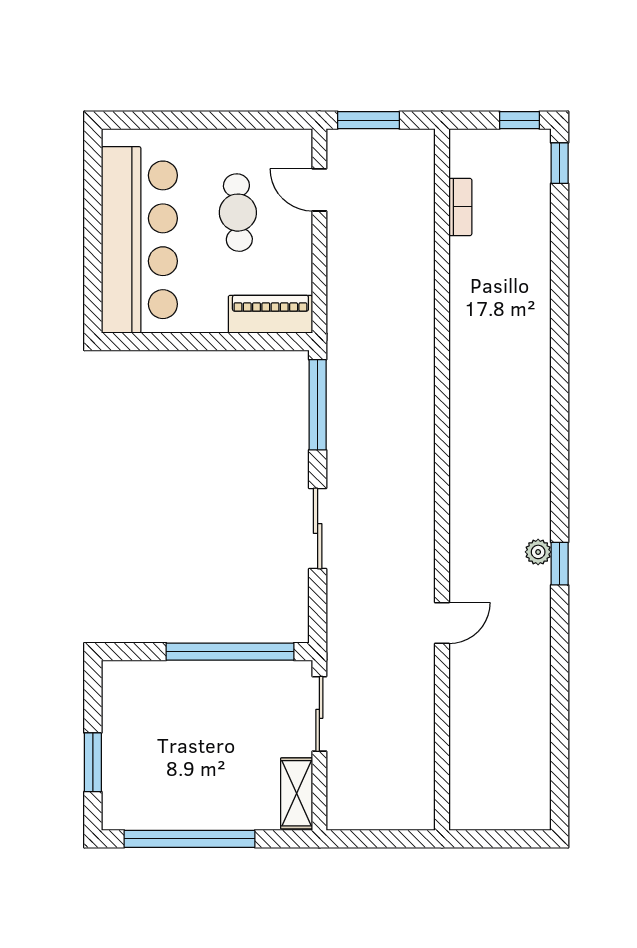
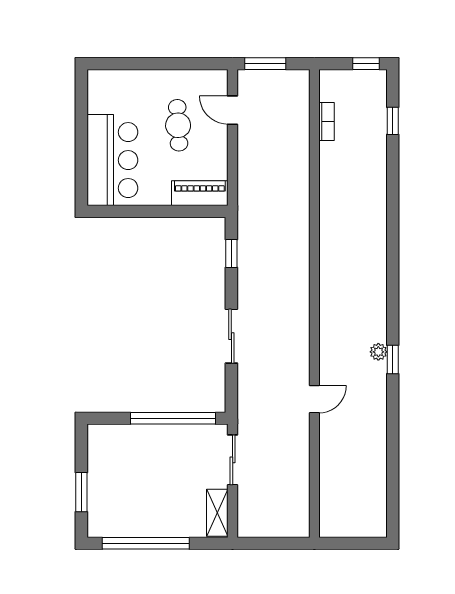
window: (560, 163) -> (393, 121), moved
bar counter: (139, 240) -> (112, 160), width x0.73
window: (318, 405) -> (231, 254), width x0.46

